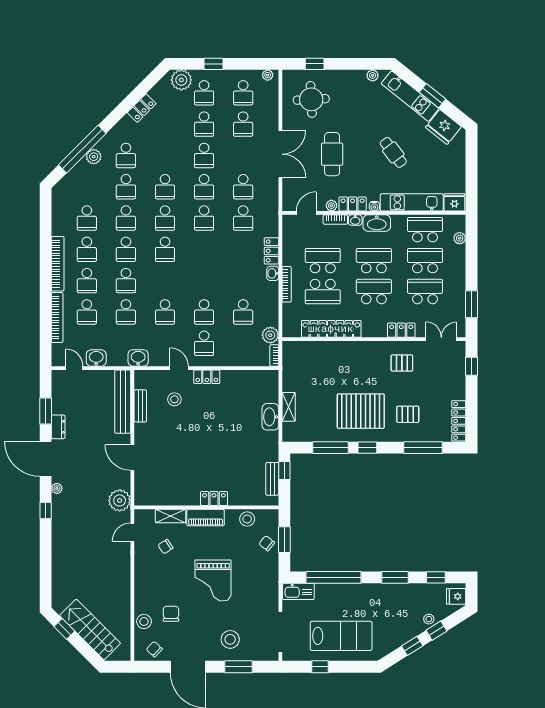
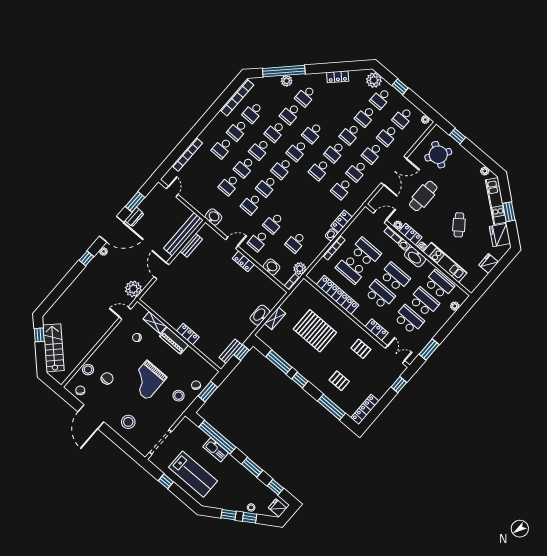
round table: (311, 99) -> (438, 155), turned 36
school desk: (243, 155) -> (372, 153), added
fridge: (454, 202) -> (489, 264), moved, turned -90
bookcase: (58, 264) -> (237, 97), moved
school desk: (87, 312) -> (267, 186), moved
washbasin: (96, 358) -> (271, 267), moved
door: (179, 368) -> (232, 243), hinge flipped
stool: (174, 399) -> (214, 258), removed
pallet: (361, 411) -> (315, 331), moved
door: (46, 459) -> (112, 229), swing flipped
stool: (247, 519) -> (179, 396), moved
kitchen sink: (298, 591) -> (216, 450), moved
window: (238, 667) -> (120, 441), removed

